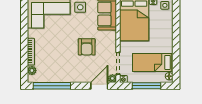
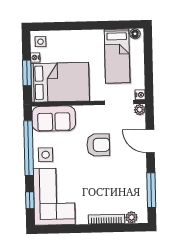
window: (52, 86) -> (151, 190), width x0.68
door: (99, 86) -> (150, 141), moved
window: (147, 86) -> (148, 64), removed

